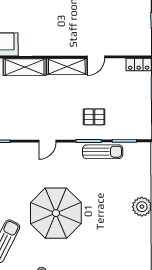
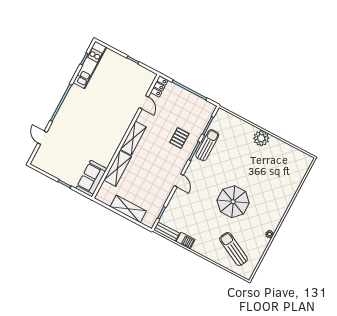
door: (96, 57) -> (144, 102), moved
parasol: (56, 213) -> (233, 202), width x0.73, depth x0.73

